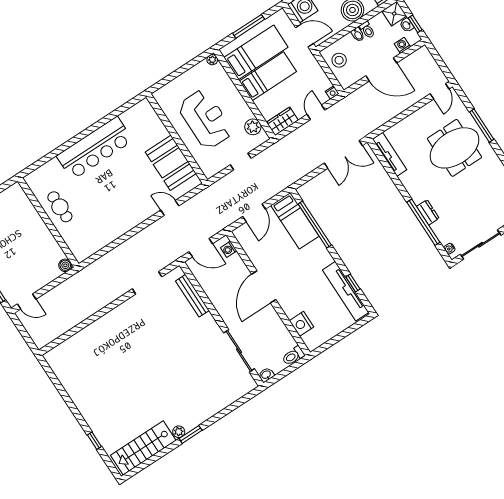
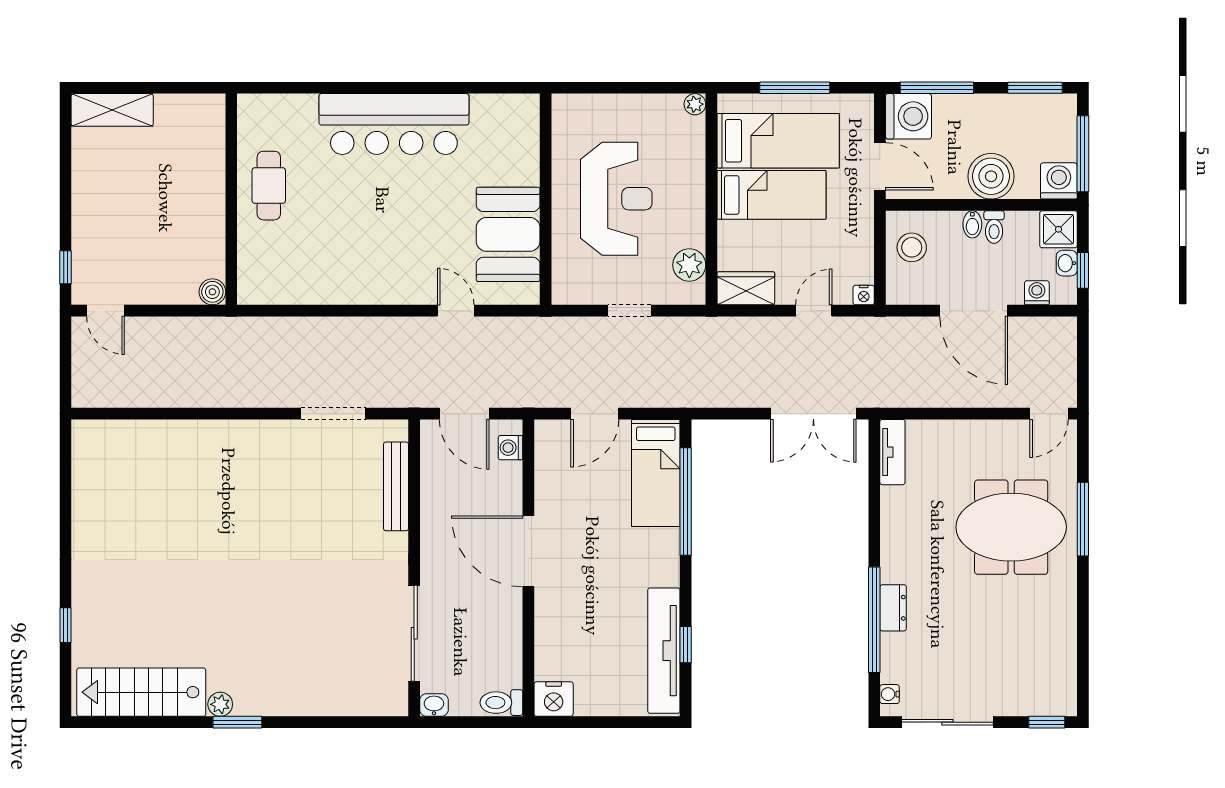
tv unit: (390, 154) -> (892, 452), width x0.71
door: (264, 287) -> (528, 551), hinge flipped
nightstand: (301, 324) -> (554, 699), moved, turned -90

